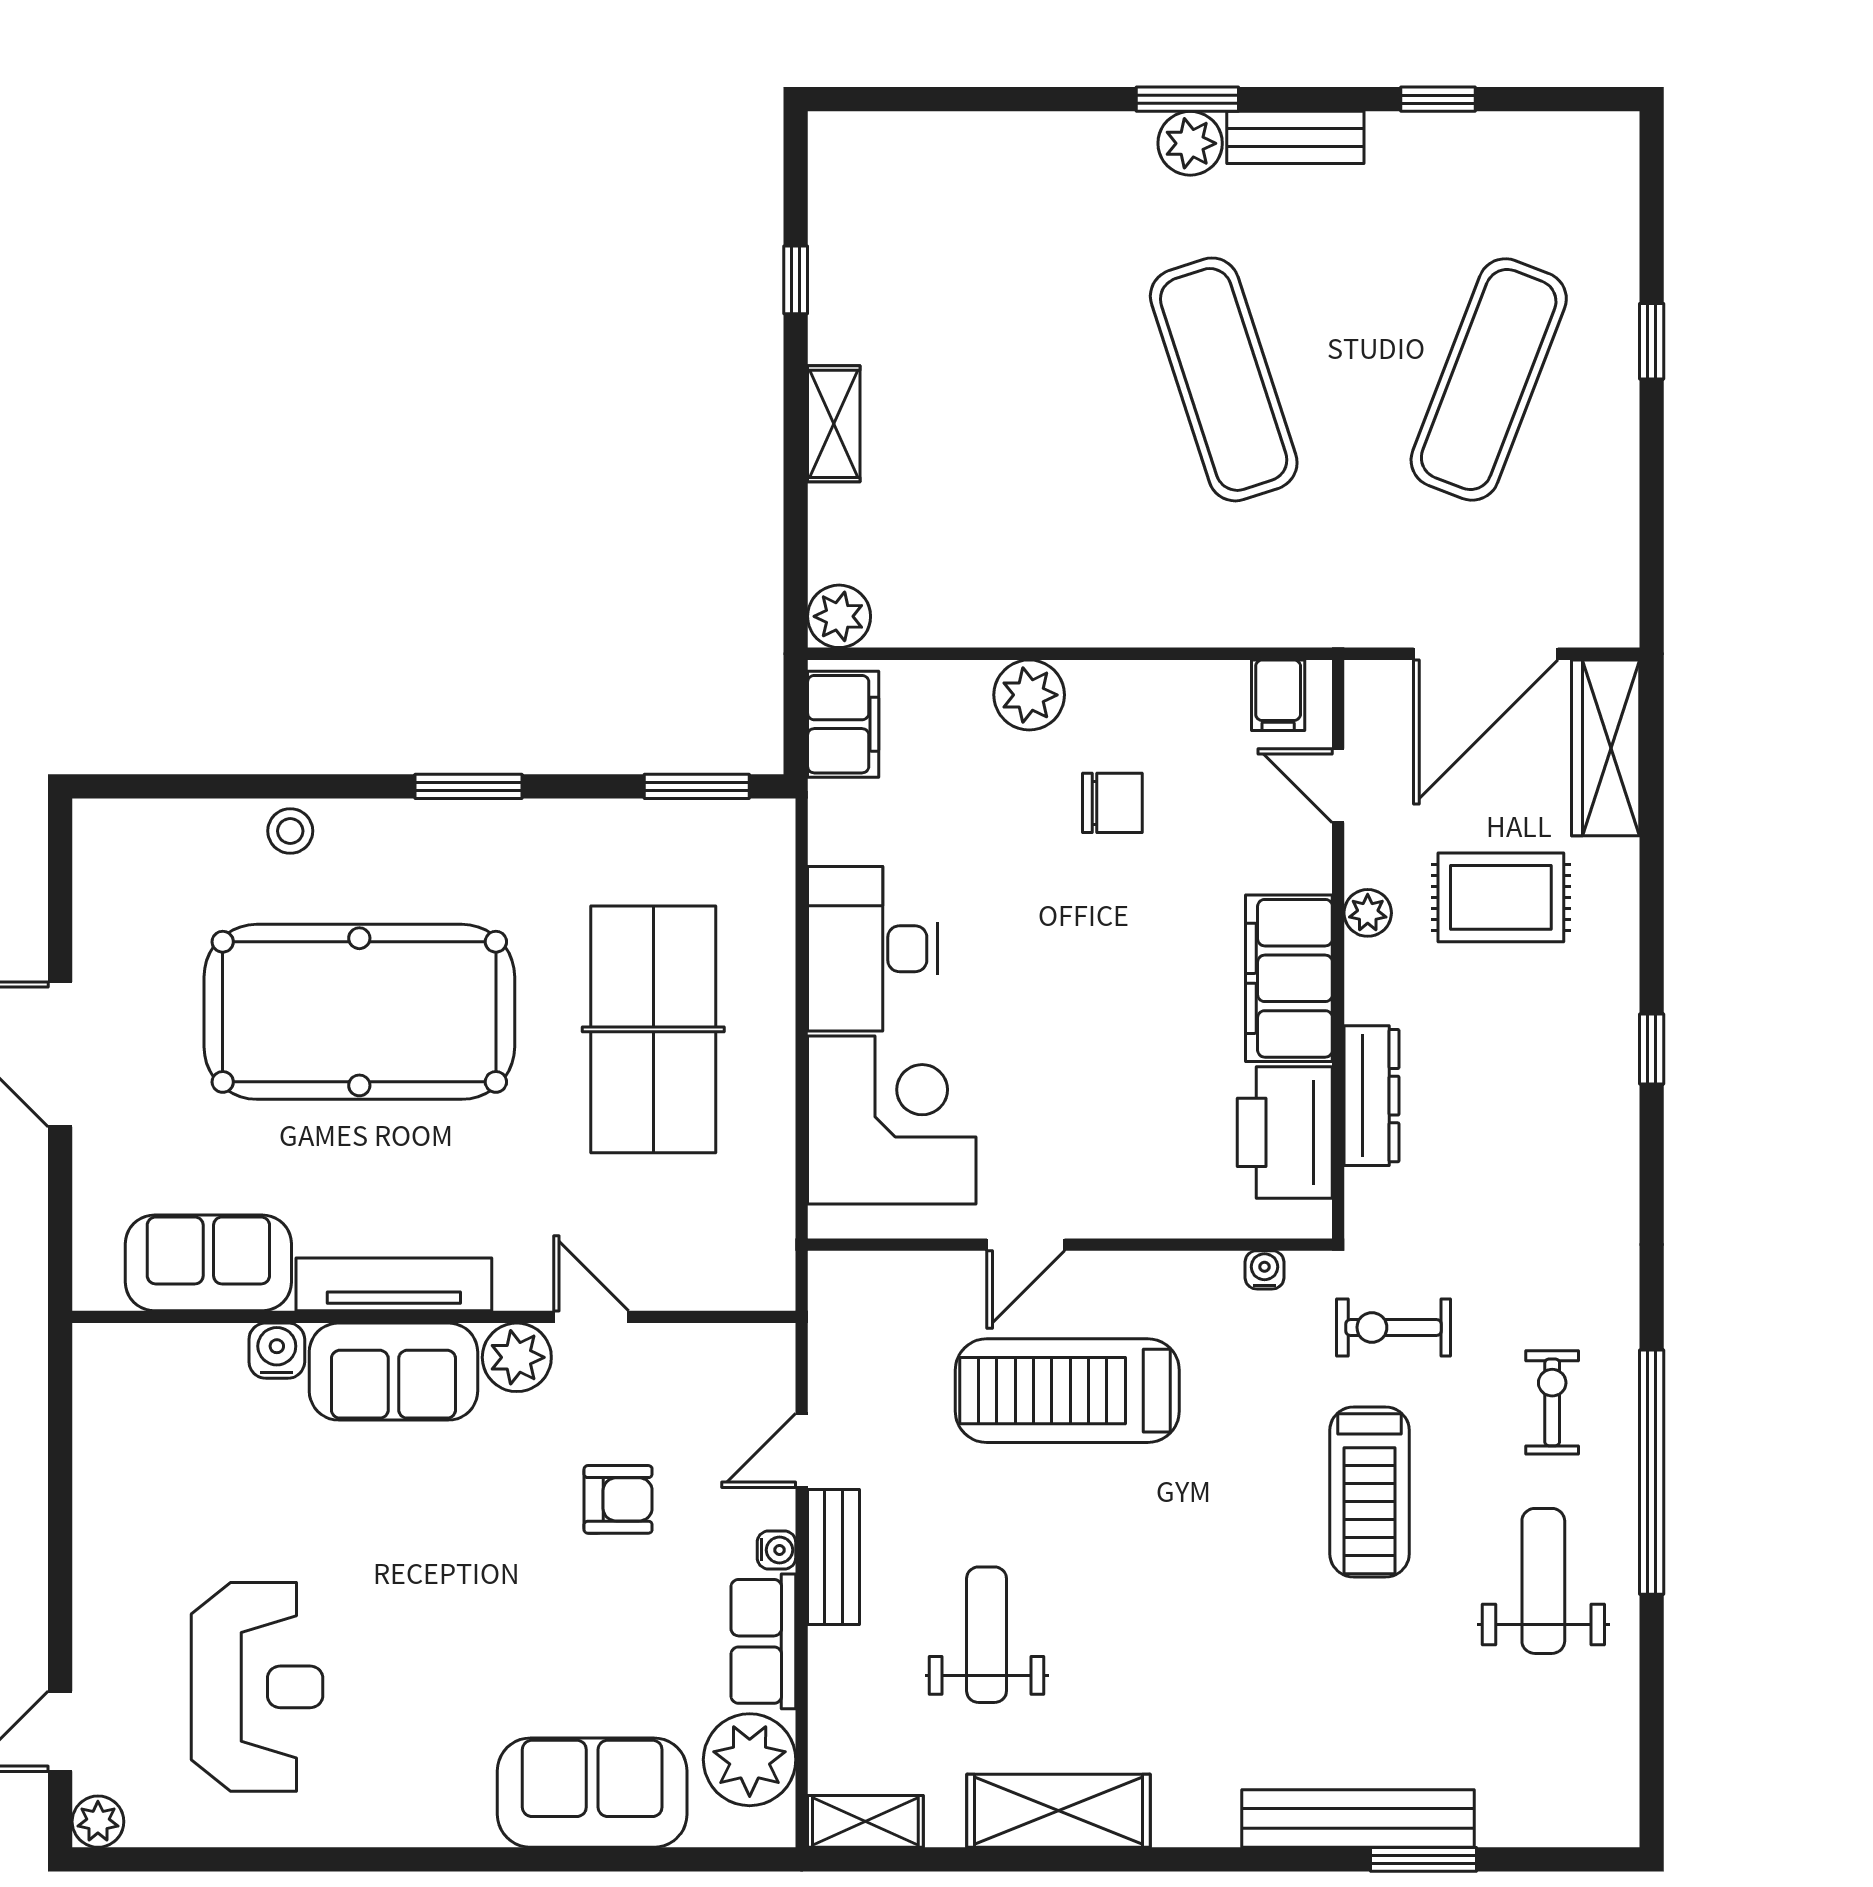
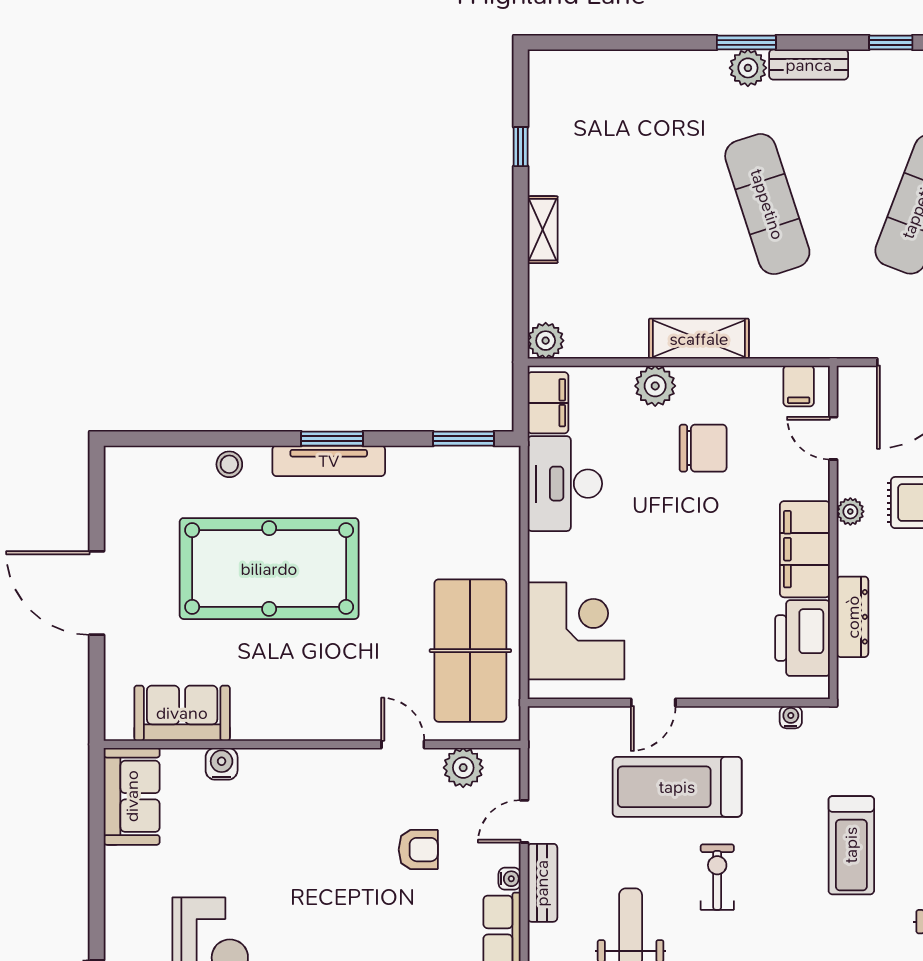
shelving: (1105, 613) -> (699, 339), added
chair: (1112, 803) -> (703, 448), width x1.37, depth x1.37
desk: (872, 949) -> (565, 484), moved
table tennis table: (653, 1029) -> (470, 651), moved
tv unit: (394, 1284) -> (329, 461), moved, turned 180
exercise bike: (1394, 1327) -> (717, 877), moved, turned 90
plant: (517, 1357) -> (463, 768), moved
sofa: (393, 1372) -> (132, 796), moved, turned -90

